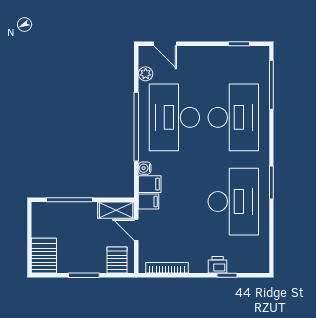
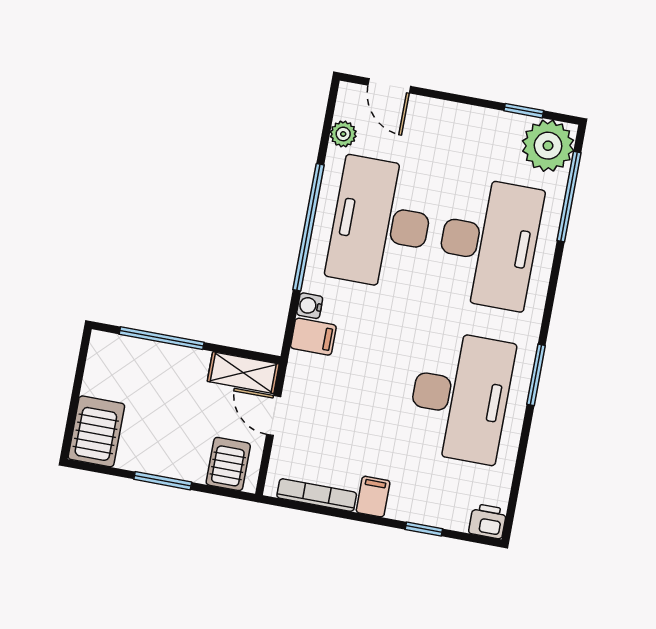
plant: (255, 60) -> (548, 146), added
filing cabinet: (149, 201) -> (373, 497), moved, turned -90
printer: (218, 265) -> (488, 521), moved

